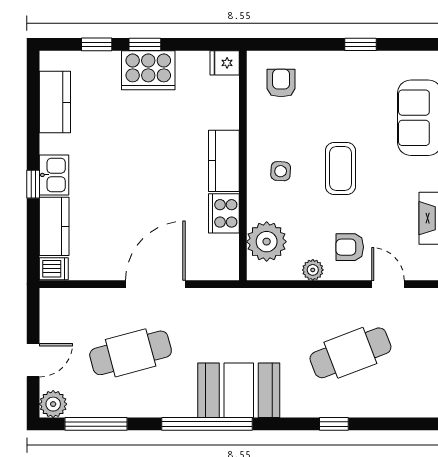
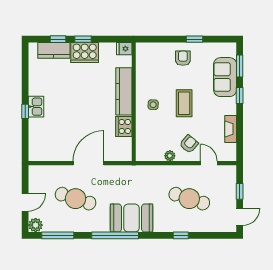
armchair: (281, 83) -> (183, 58), moved
kitchen counter: (55, 102) -> (54, 50), moved, turned 90
kitchen counter: (224, 161) -> (124, 91), width x1.50
kitchen counter: (54, 226) -> (36, 133), removed
plant: (267, 242) -> (146, 141), removed
armchair: (350, 247) -> (189, 144), turned 130
dishwasher: (54, 269) -> (36, 155), removed
cafe table: (131, 353) -> (76, 199), turned 33
cafe table: (350, 353) -> (189, 199), turned 39

